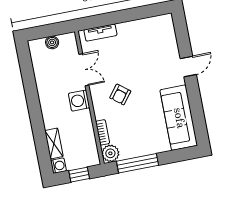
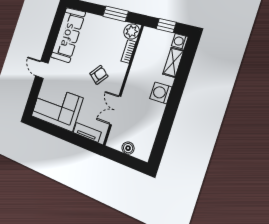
corner sofa: (148, 38) -> (57, 107), added
door: (188, 66) -> (42, 70), hinge flipped
washing machine: (79, 101) -> (161, 93), moved, turned 180
window: (137, 163) -> (115, 14), width x0.69

